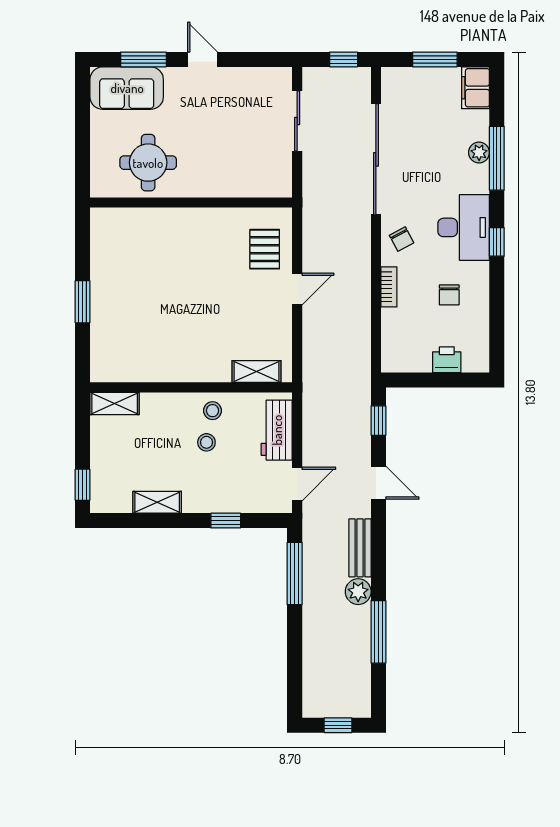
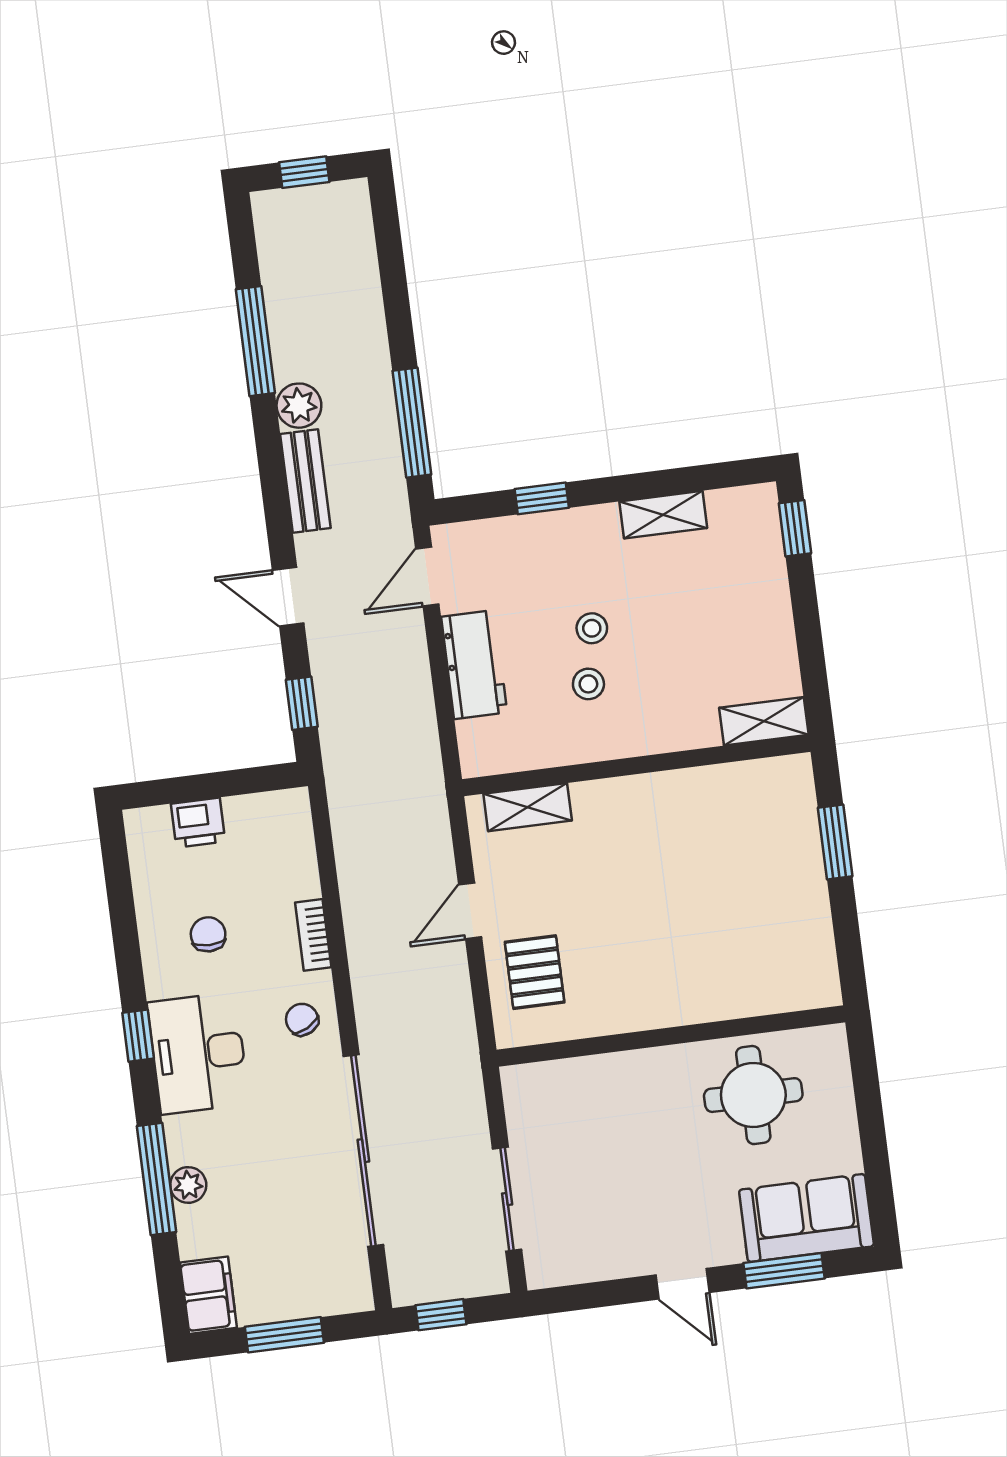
shelving: (257, 371) -> (528, 807), moved
wall: (191, 387) -> (636, 766), moved
shelving: (115, 403) -> (764, 721), moved

